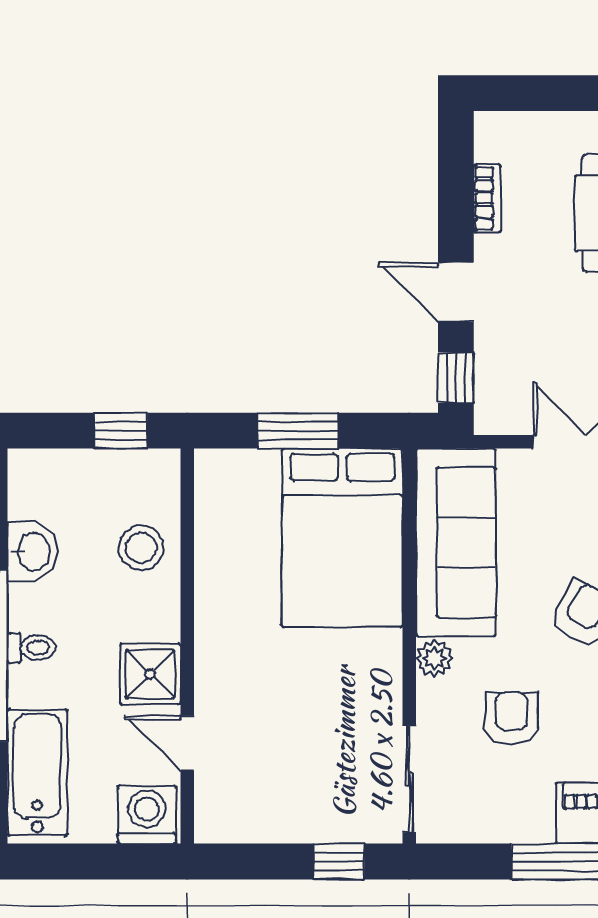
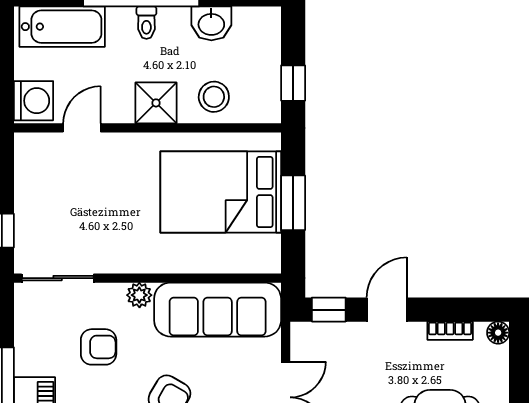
floor lamp: (490, 127) -> (498, 333), added
bed: (342, 538) -> (221, 192), moved
shower: (150, 674) -> (156, 103), moved

